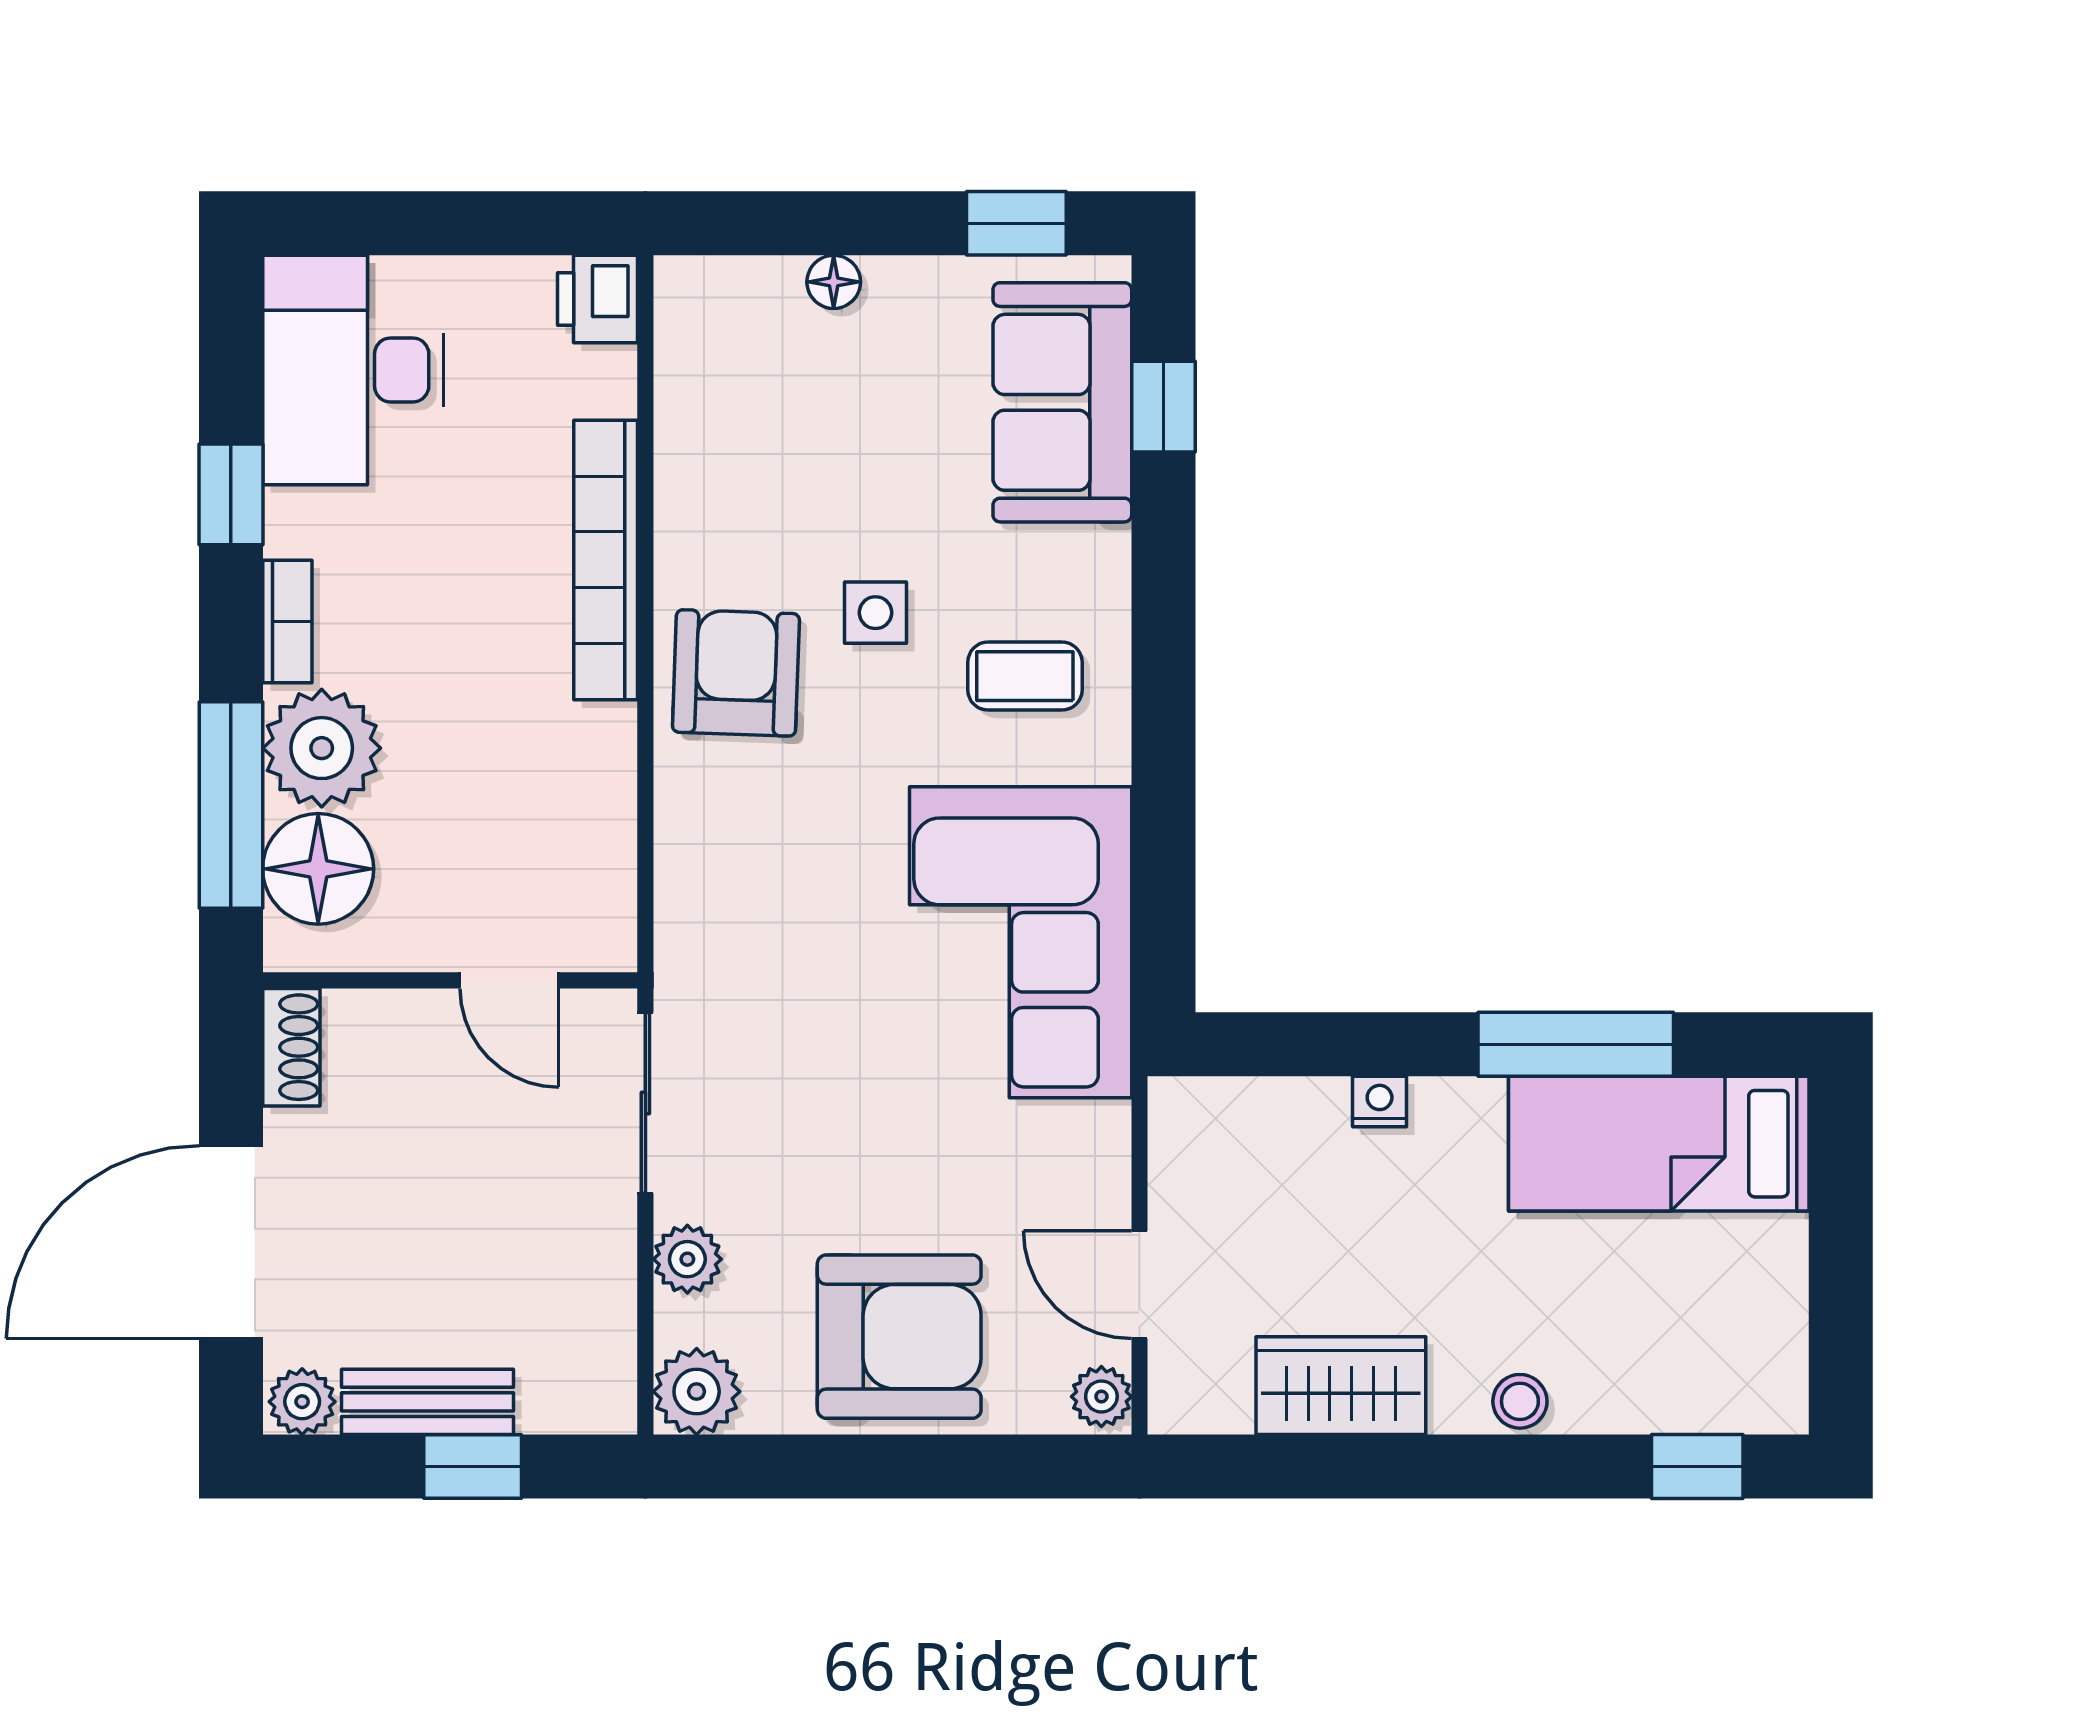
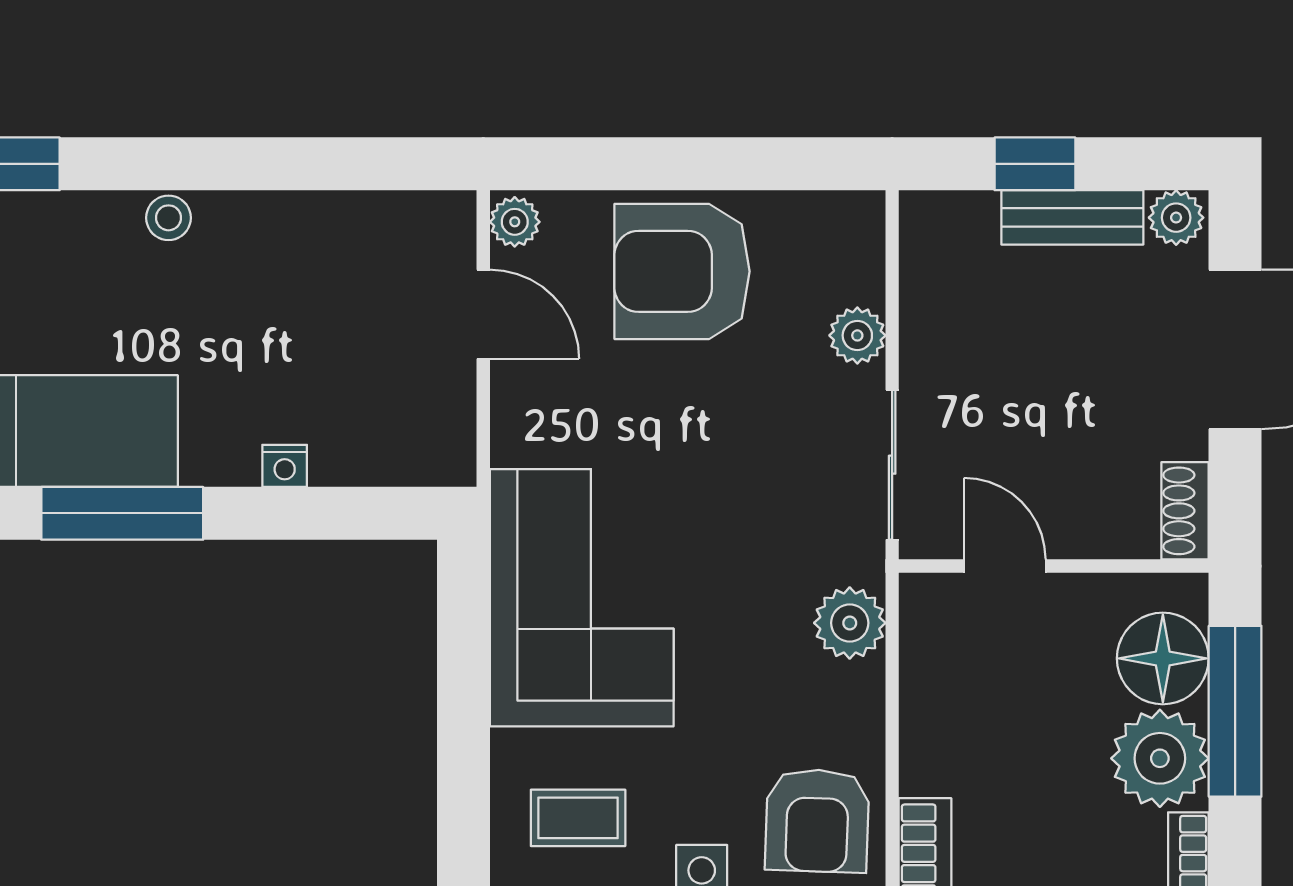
wardrobe: (1341, 1386) -> (317, 231), removed
plant: (697, 1392) -> (850, 623), moved

